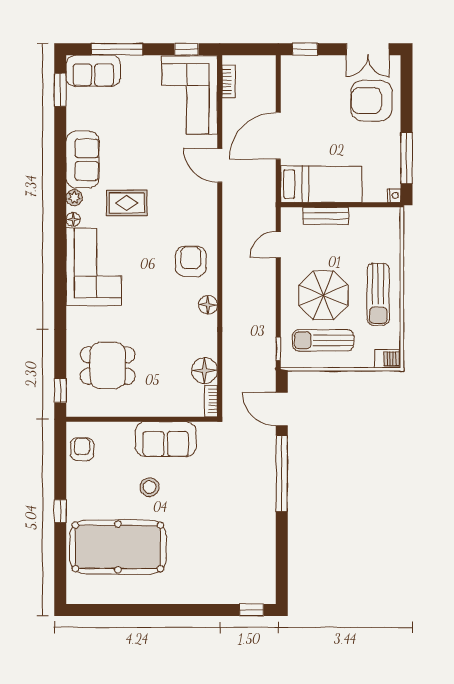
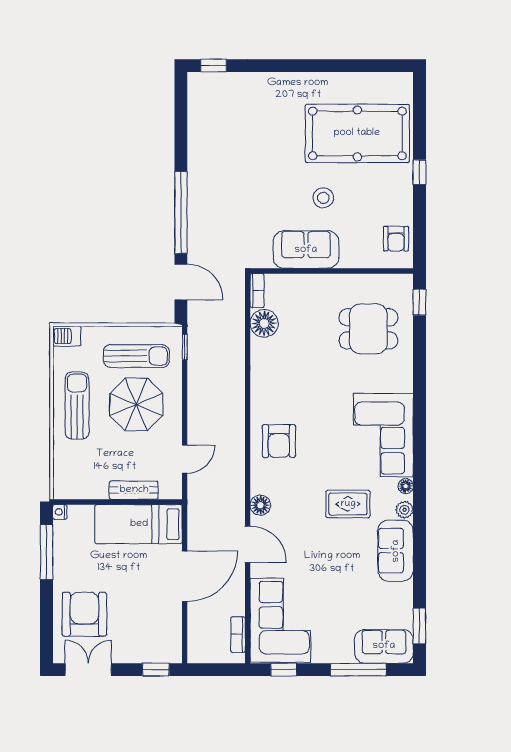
armchair: (371, 101) -> (84, 614), turned -90
floor lamp: (208, 305) -> (260, 505), moved

